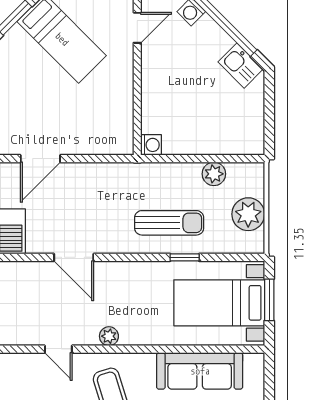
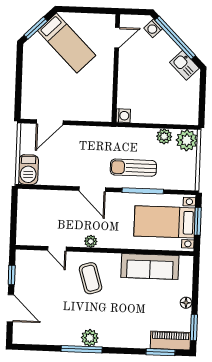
plant: (248, 214) -> (187, 140), moved
sun lounger: (169, 223) -> (133, 168), turned 180
door: (74, 257) -> (92, 189), moved
window: (185, 257) -> (143, 191), width x2.17

